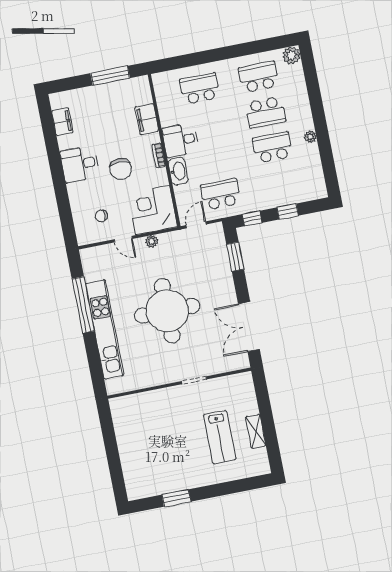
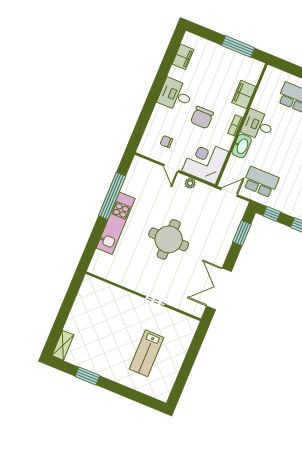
round table: (167, 311) -> (169, 239), width x0.73, depth x0.73
kitchen unit: (105, 329) -> (116, 223), width x0.73
shelving: (256, 431) -> (63, 345), moved

